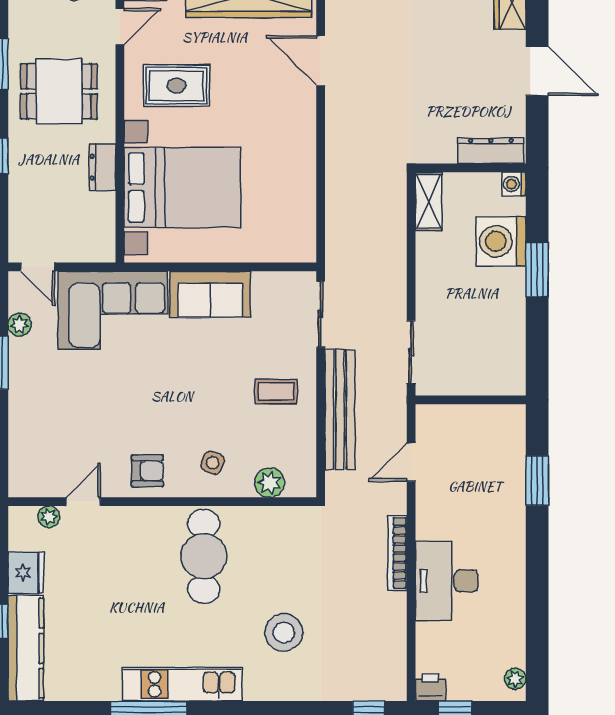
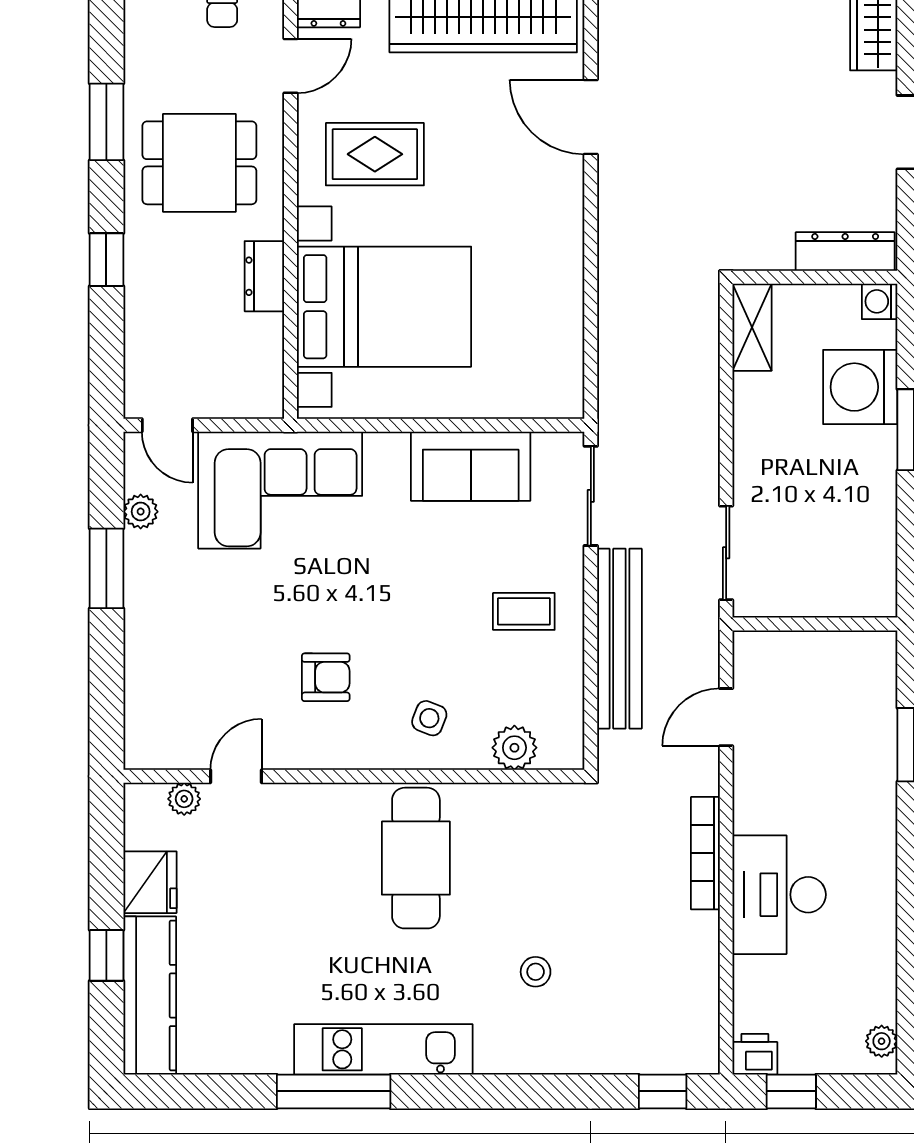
sofa: (210, 294) -> (471, 466), moved
armchair: (147, 471) -> (326, 677), moved
stool: (284, 632) -> (536, 972), width x0.53, depth x0.53

